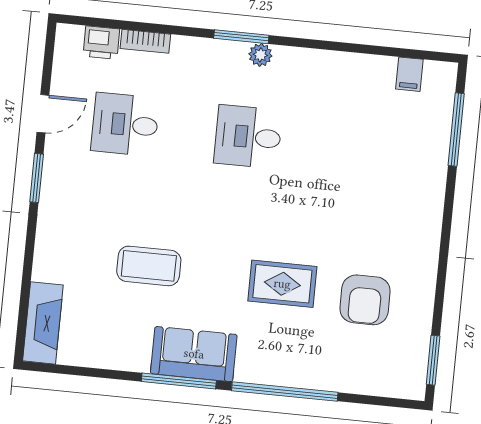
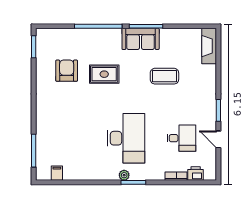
door: (43, 114) -> (218, 139), hinge flipped
desk: (248, 137) -> (126, 138), width x1.87, depth x1.30

